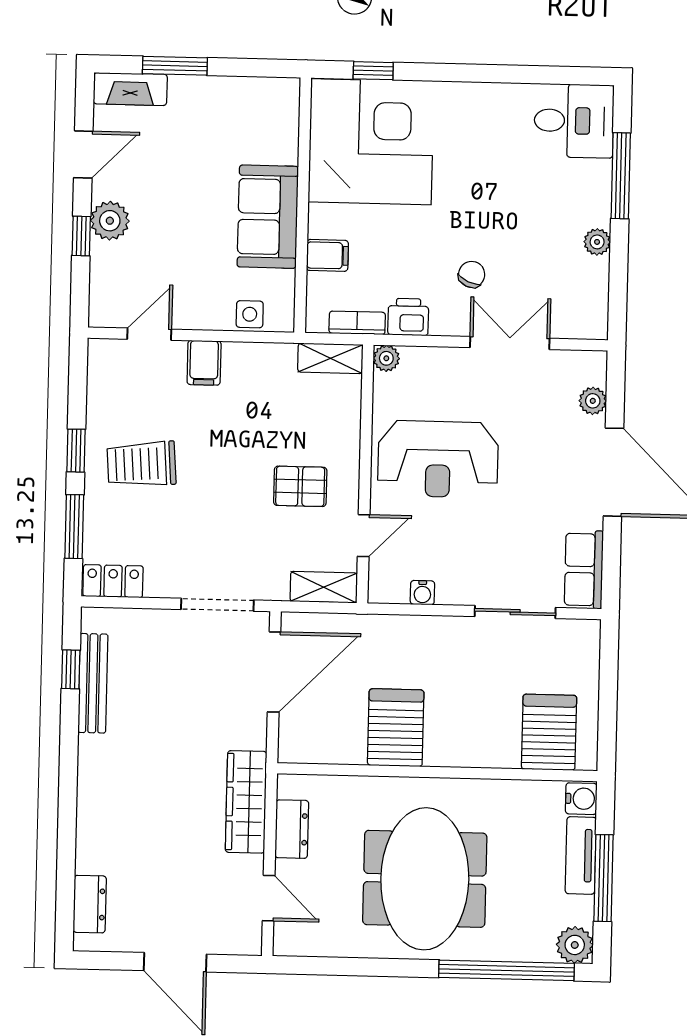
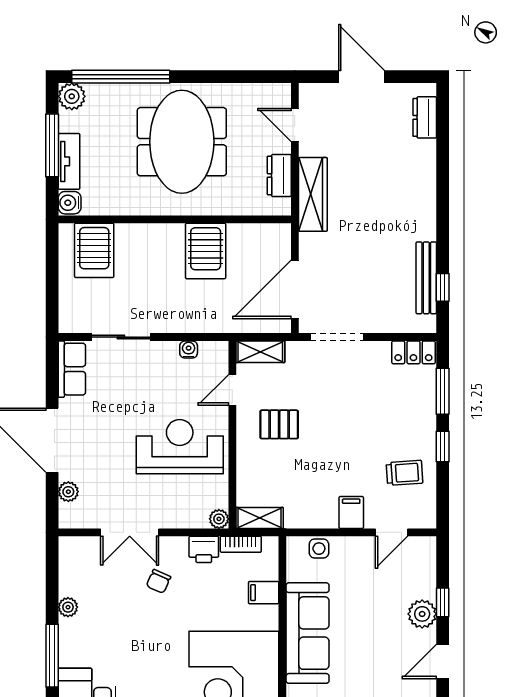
sofa: (268, 217) -> (308, 633), width x1.36
trolley: (141, 464) -> (404, 473), moved, width x0.73, depth x0.72

